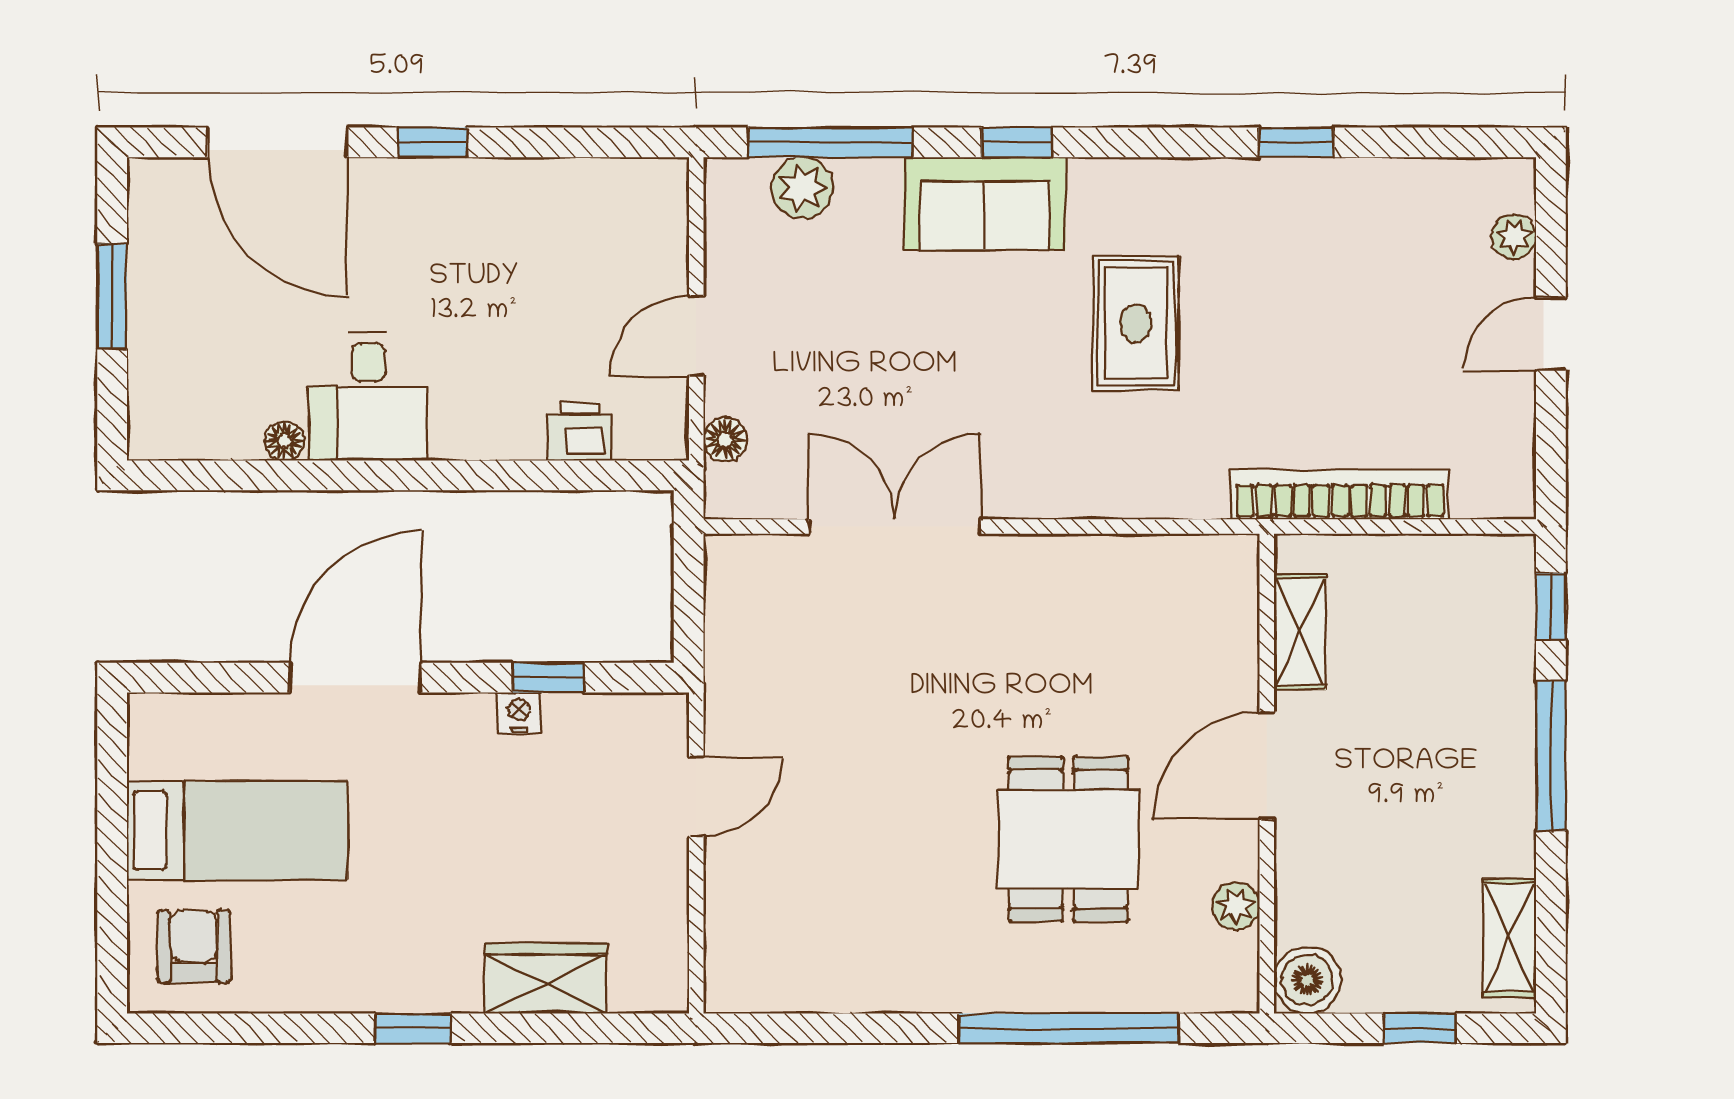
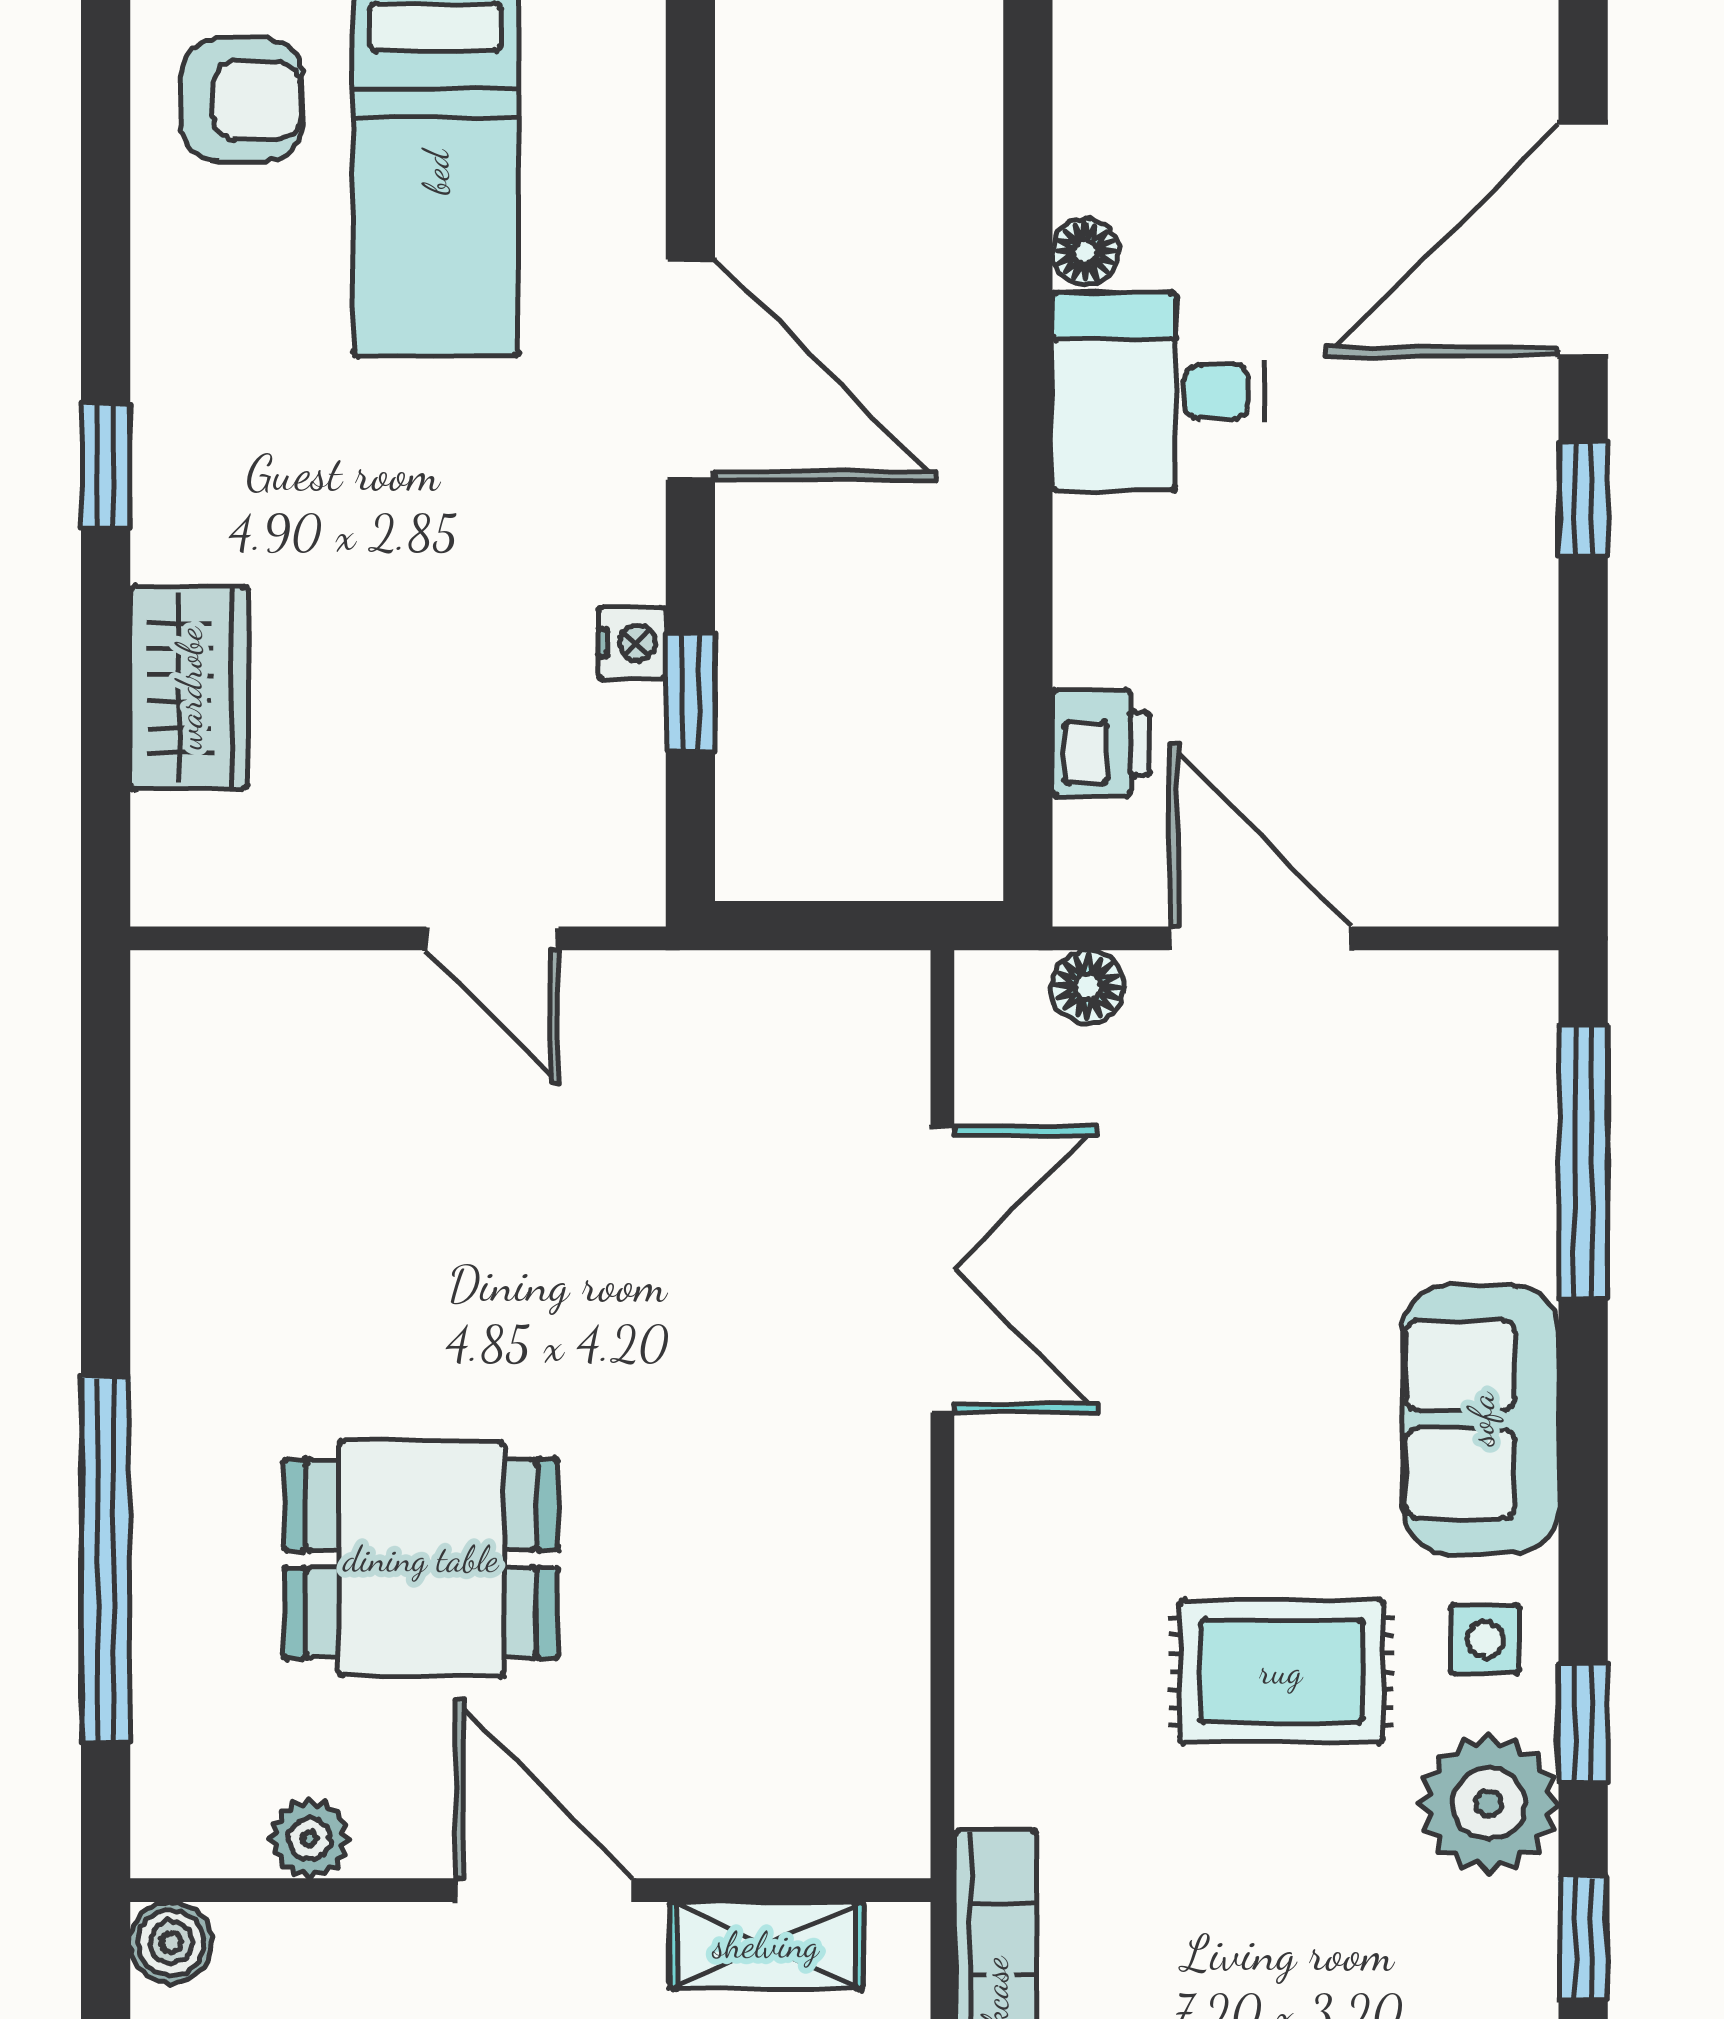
window: (1017, 142) -> (1583, 1723), moved
plant: (802, 188) -> (1489, 1804), moved, width x1.36, depth x1.36
side table: (1116, 201) -> (1485, 1639), added
door: (696, 336) -> (1261, 938), width x1.38
boiler: (1307, 980) -> (171, 1943), width x0.73, depth x0.73

